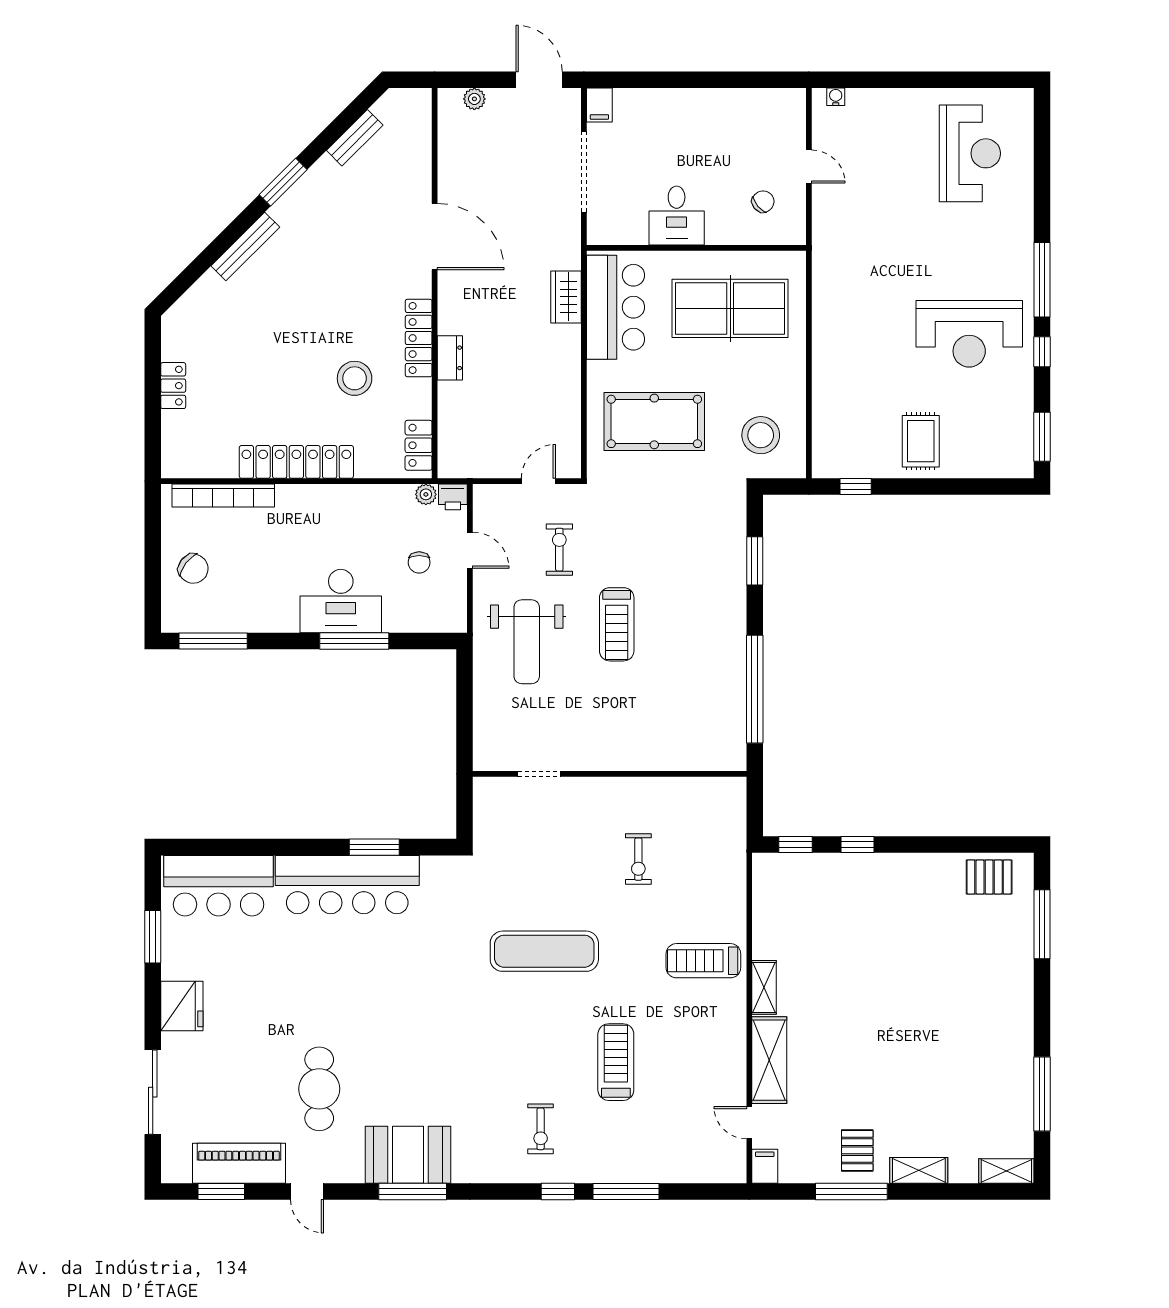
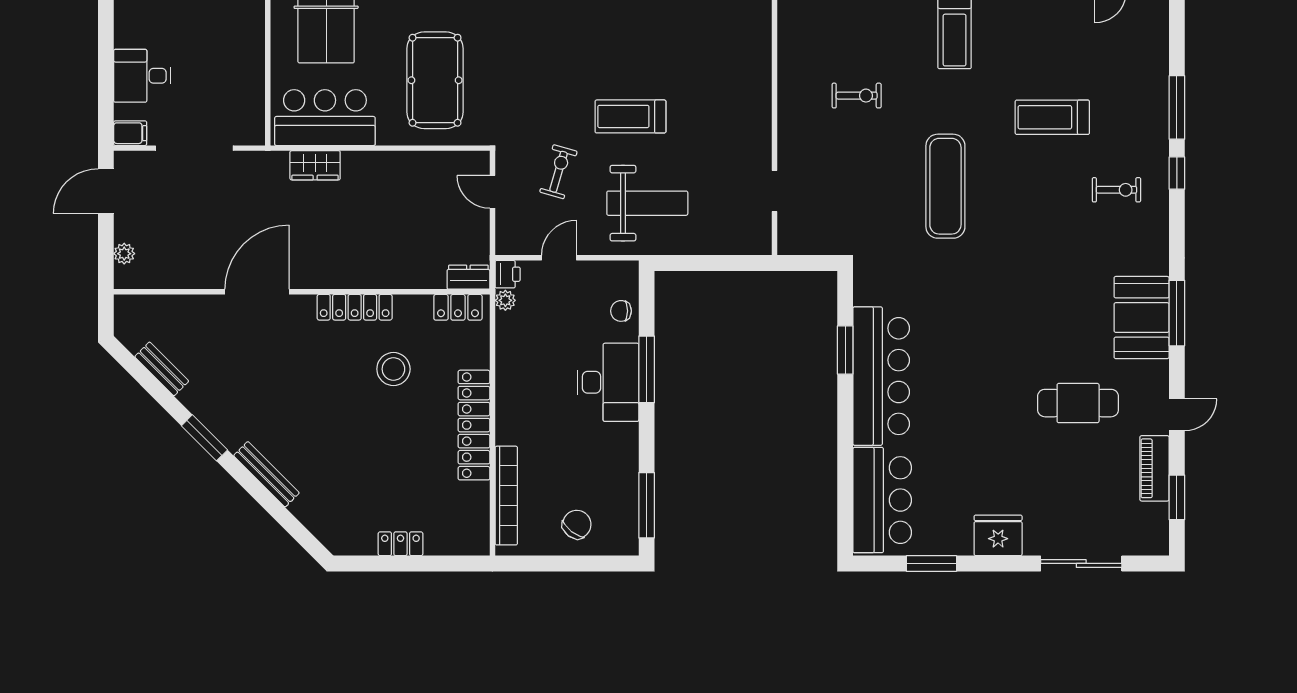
desk: (677, 216) -> (142, 76), moved, turned 180
dresser: (450, 358) -> (468, 277), moved
exercise bike: (559, 550) -> (559, 172), turned 106
chair: (419, 562) -> (621, 311), moved, turned 180
treadmill: (617, 624) -> (630, 116), turned 180
piano: (239, 1163) -> (1154, 468), width x0.73, depth x0.75

